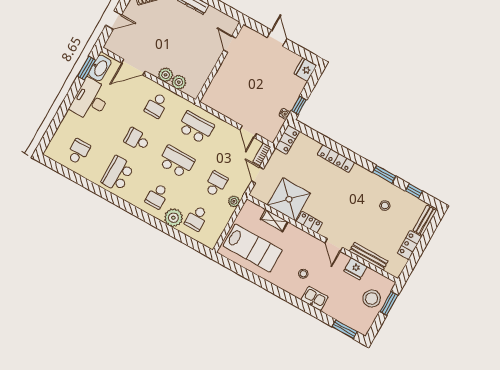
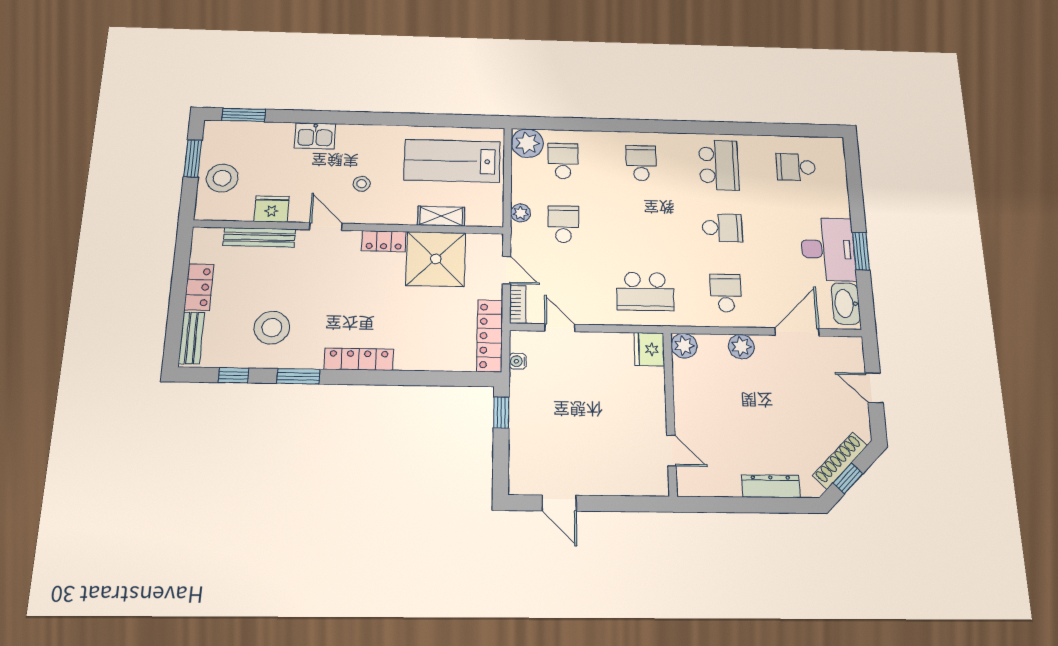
door: (114, 20) -> (874, 388), hinge flipped
door: (277, 38) -> (559, 503), moved
window: (87, 68) -> (861, 251), moved
fridge: (305, 69) -> (649, 349), moved, turned 180
plant: (179, 82) -> (684, 346), moved
water cooler: (284, 114) -> (518, 361), moved
locker: (287, 140) -> (490, 336), width x1.53
school desk: (78, 152) -> (796, 167), turned 90
locker: (336, 159) -> (359, 359), moved
school desk: (176, 162) -> (643, 226), removed
school desk: (216, 184) -> (563, 224), turned 180
stool: (385, 206) -> (272, 328), width x1.89, depth x1.89
plant: (173, 218) -> (527, 143), moved
stool: (303, 274) -> (362, 184), moved
window: (389, 303) -> (193, 158), moved

